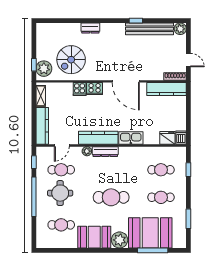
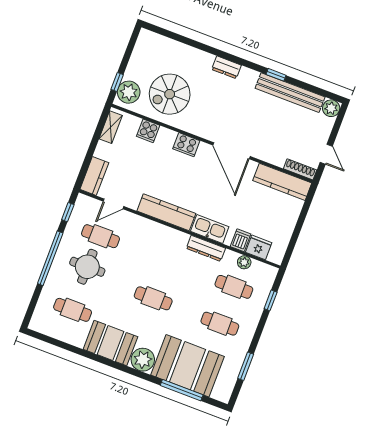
dresser: (90, 28) -> (226, 67), moved
cooker: (80, 89) -> (148, 131), moved
kitchen counter: (42, 126) -> (94, 176), width x0.67
dishwasher: (181, 138) -> (241, 240), moved
plant: (87, 151) -> (244, 262), moved
dresser: (105, 152) -> (206, 248), moved
cafe table: (111, 197) -> (153, 298), width x0.73, depth x0.74

